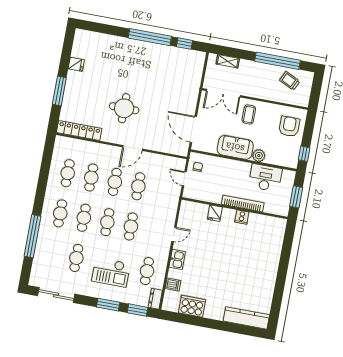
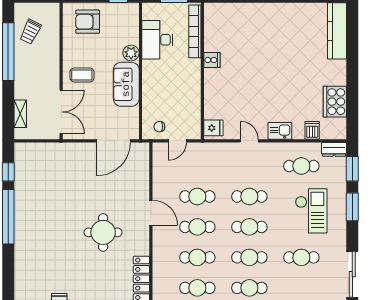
bookcase: (243, 204) -> (195, 31), moved
fridge: (215, 213) -> (213, 128), moved

